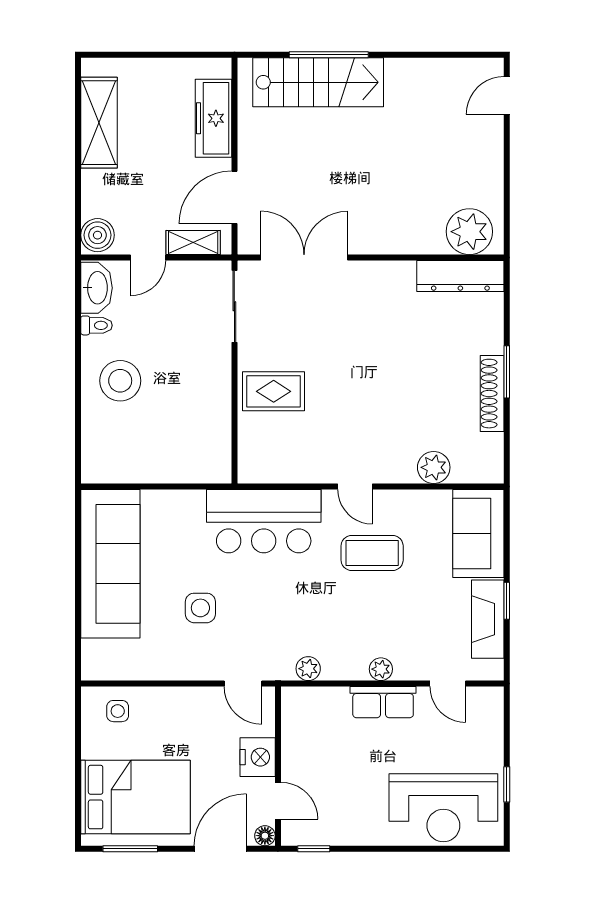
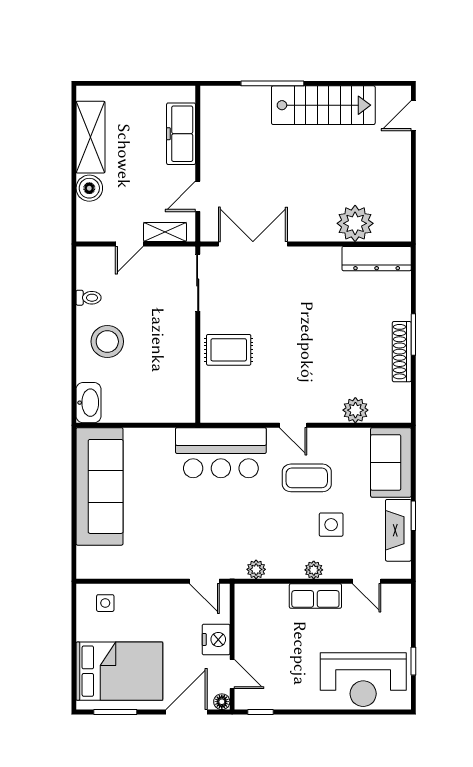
stairs: (318, 82) -> (323, 105), moved
door: (234, 197) -> (198, 196), width x0.73
plant: (469, 232) -> (355, 223), moved
boiler: (97, 235) -> (89, 188), moved
washbasin: (97, 288) -> (89, 403), moved
side table: (200, 608) -> (331, 525), moved

